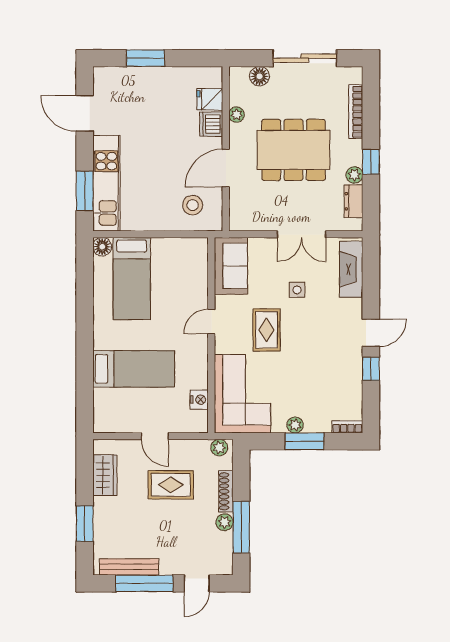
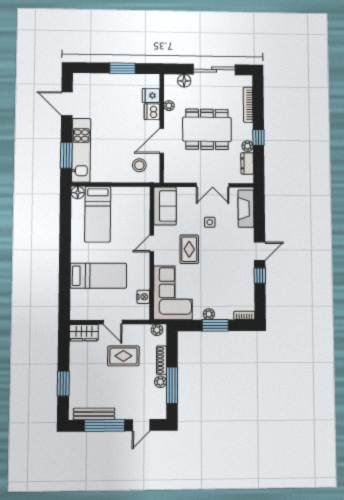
window: (145, 58) -> (123, 68), moved
wardrobe: (105, 475) -> (84, 333), moved, turned 90

